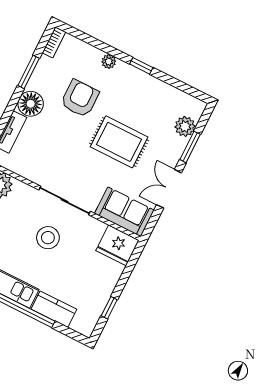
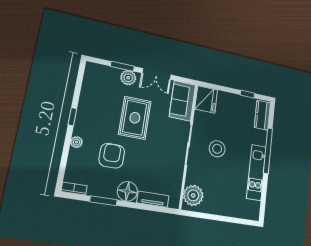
armchair: (80, 98) -> (112, 156), turned 90
plant: (185, 126) -> (128, 78), moved
kitchen counter: (54, 309) -> (262, 115), moved

